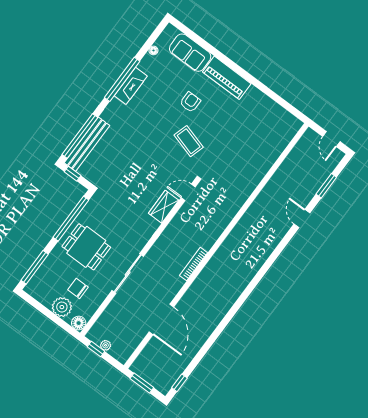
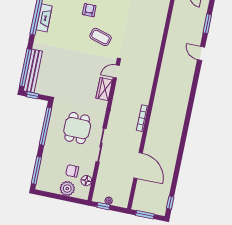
dining table: (86, 247) -> (77, 128), moved, turned 90
floor lamp: (79, 323) -> (86, 181), moved

